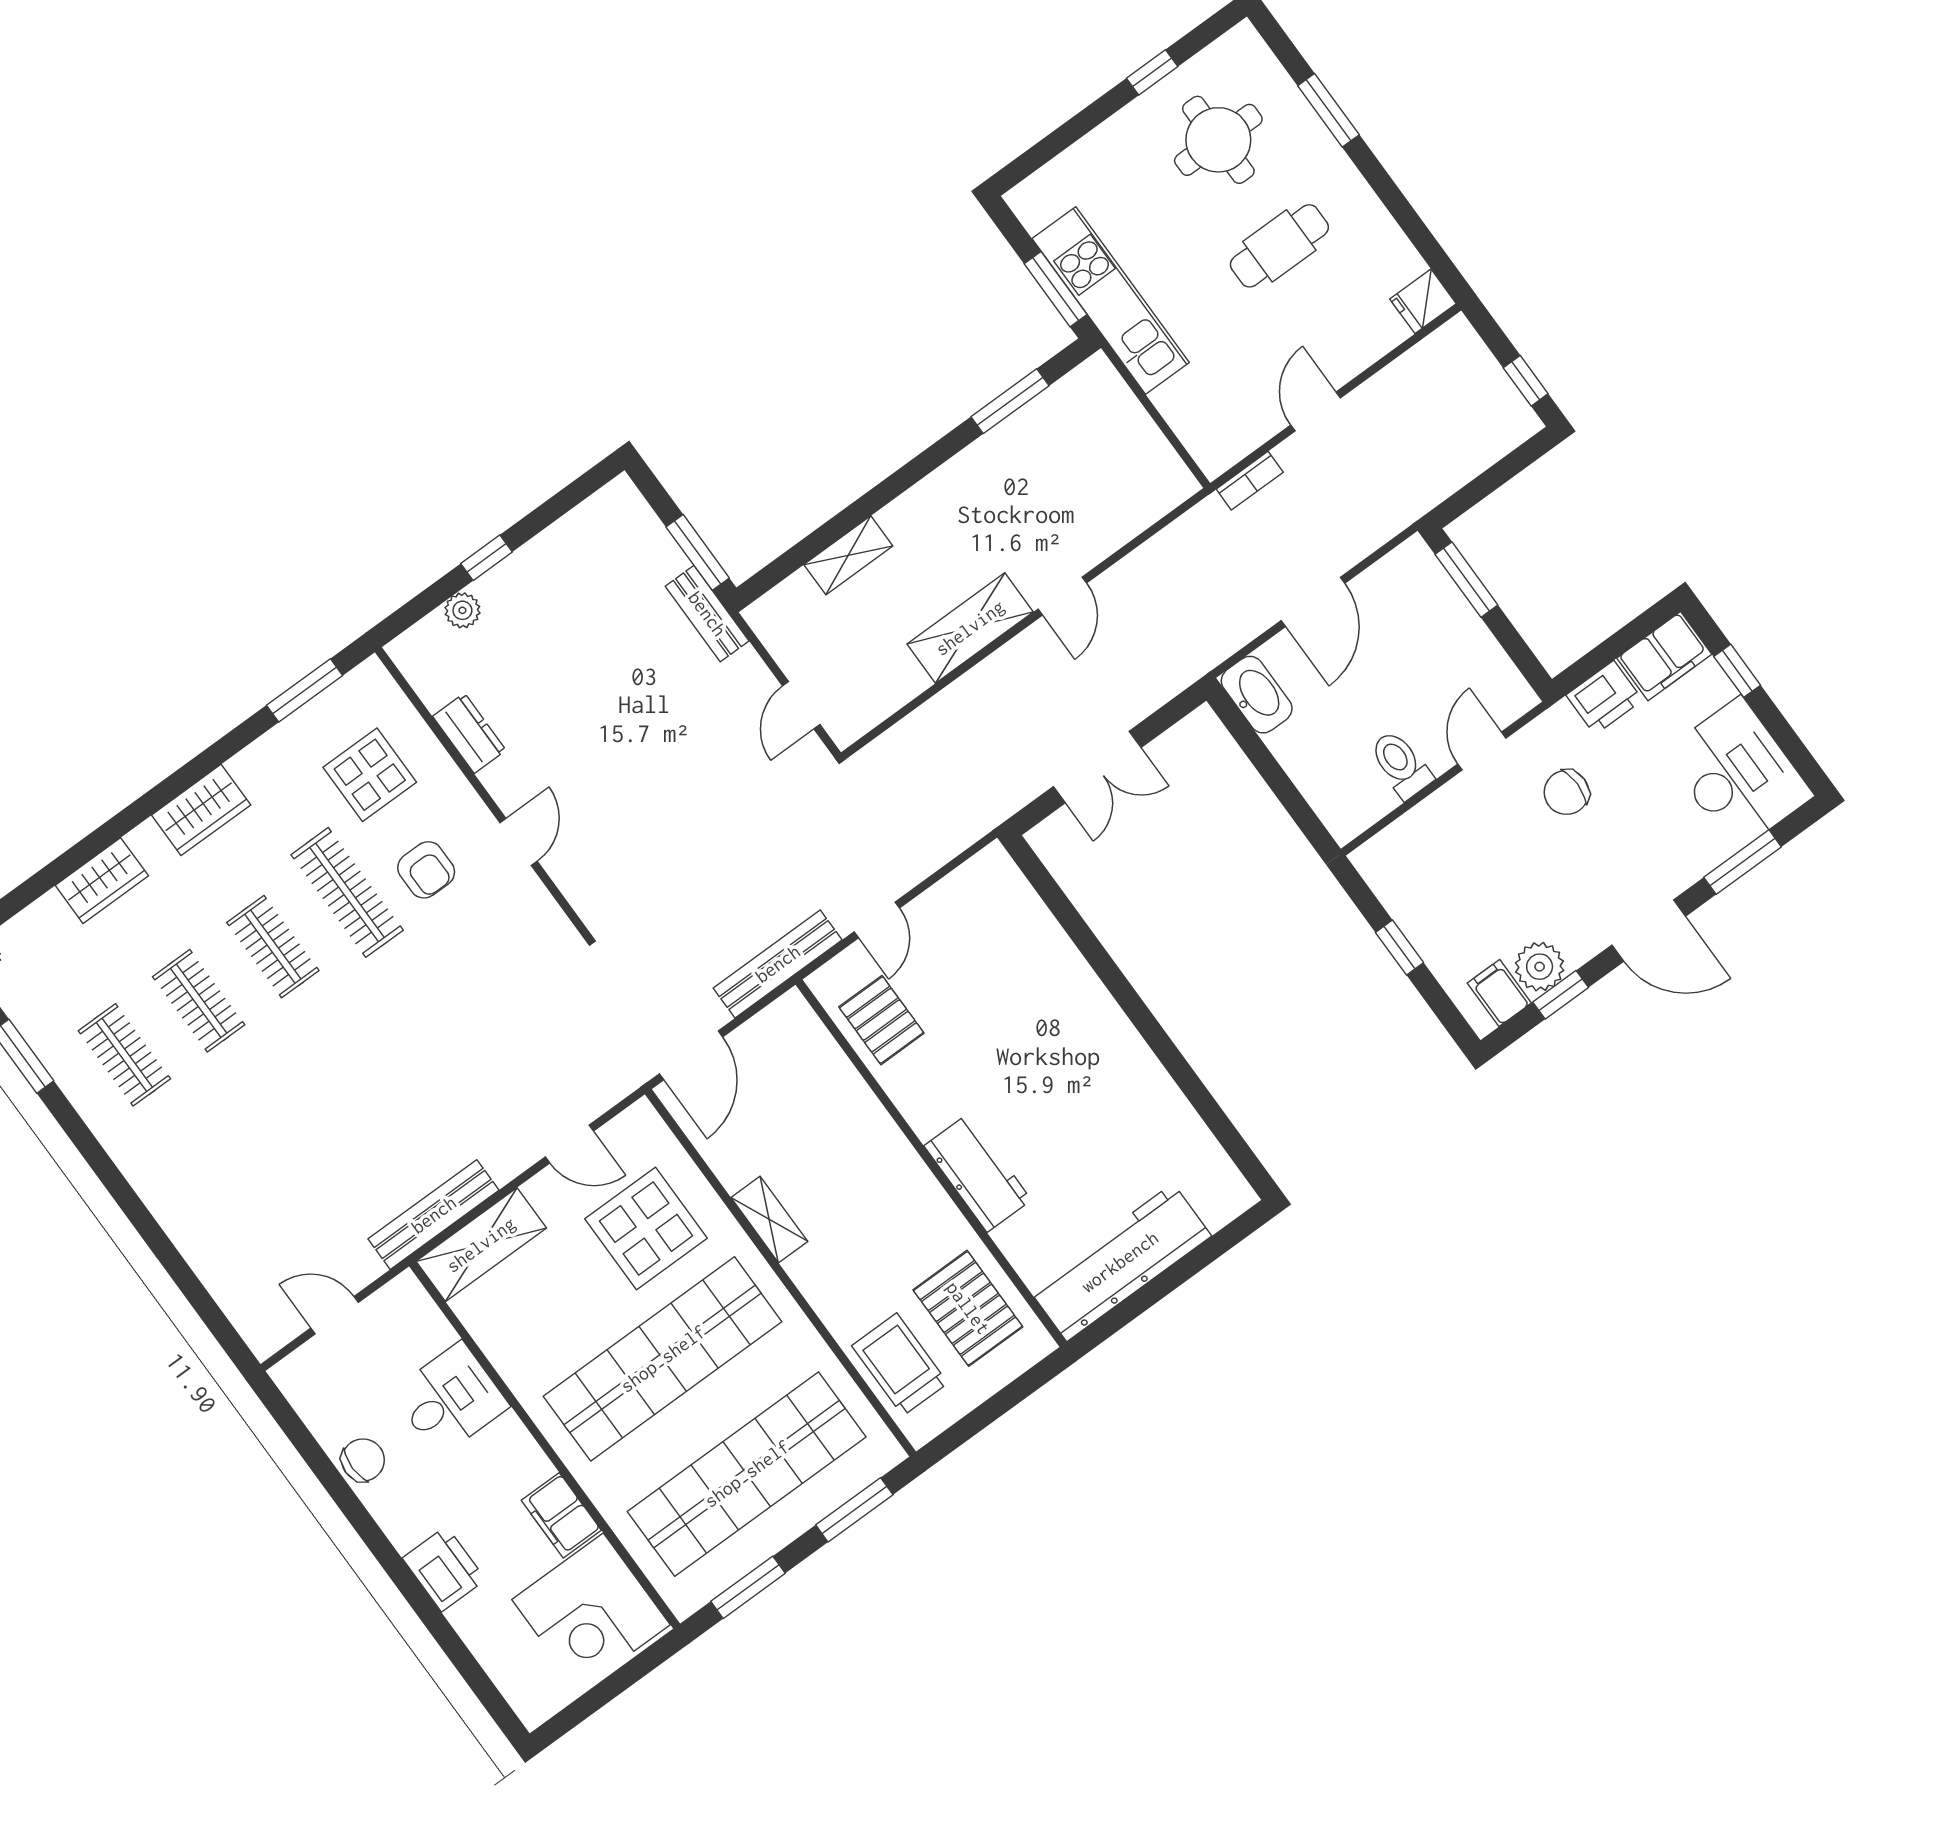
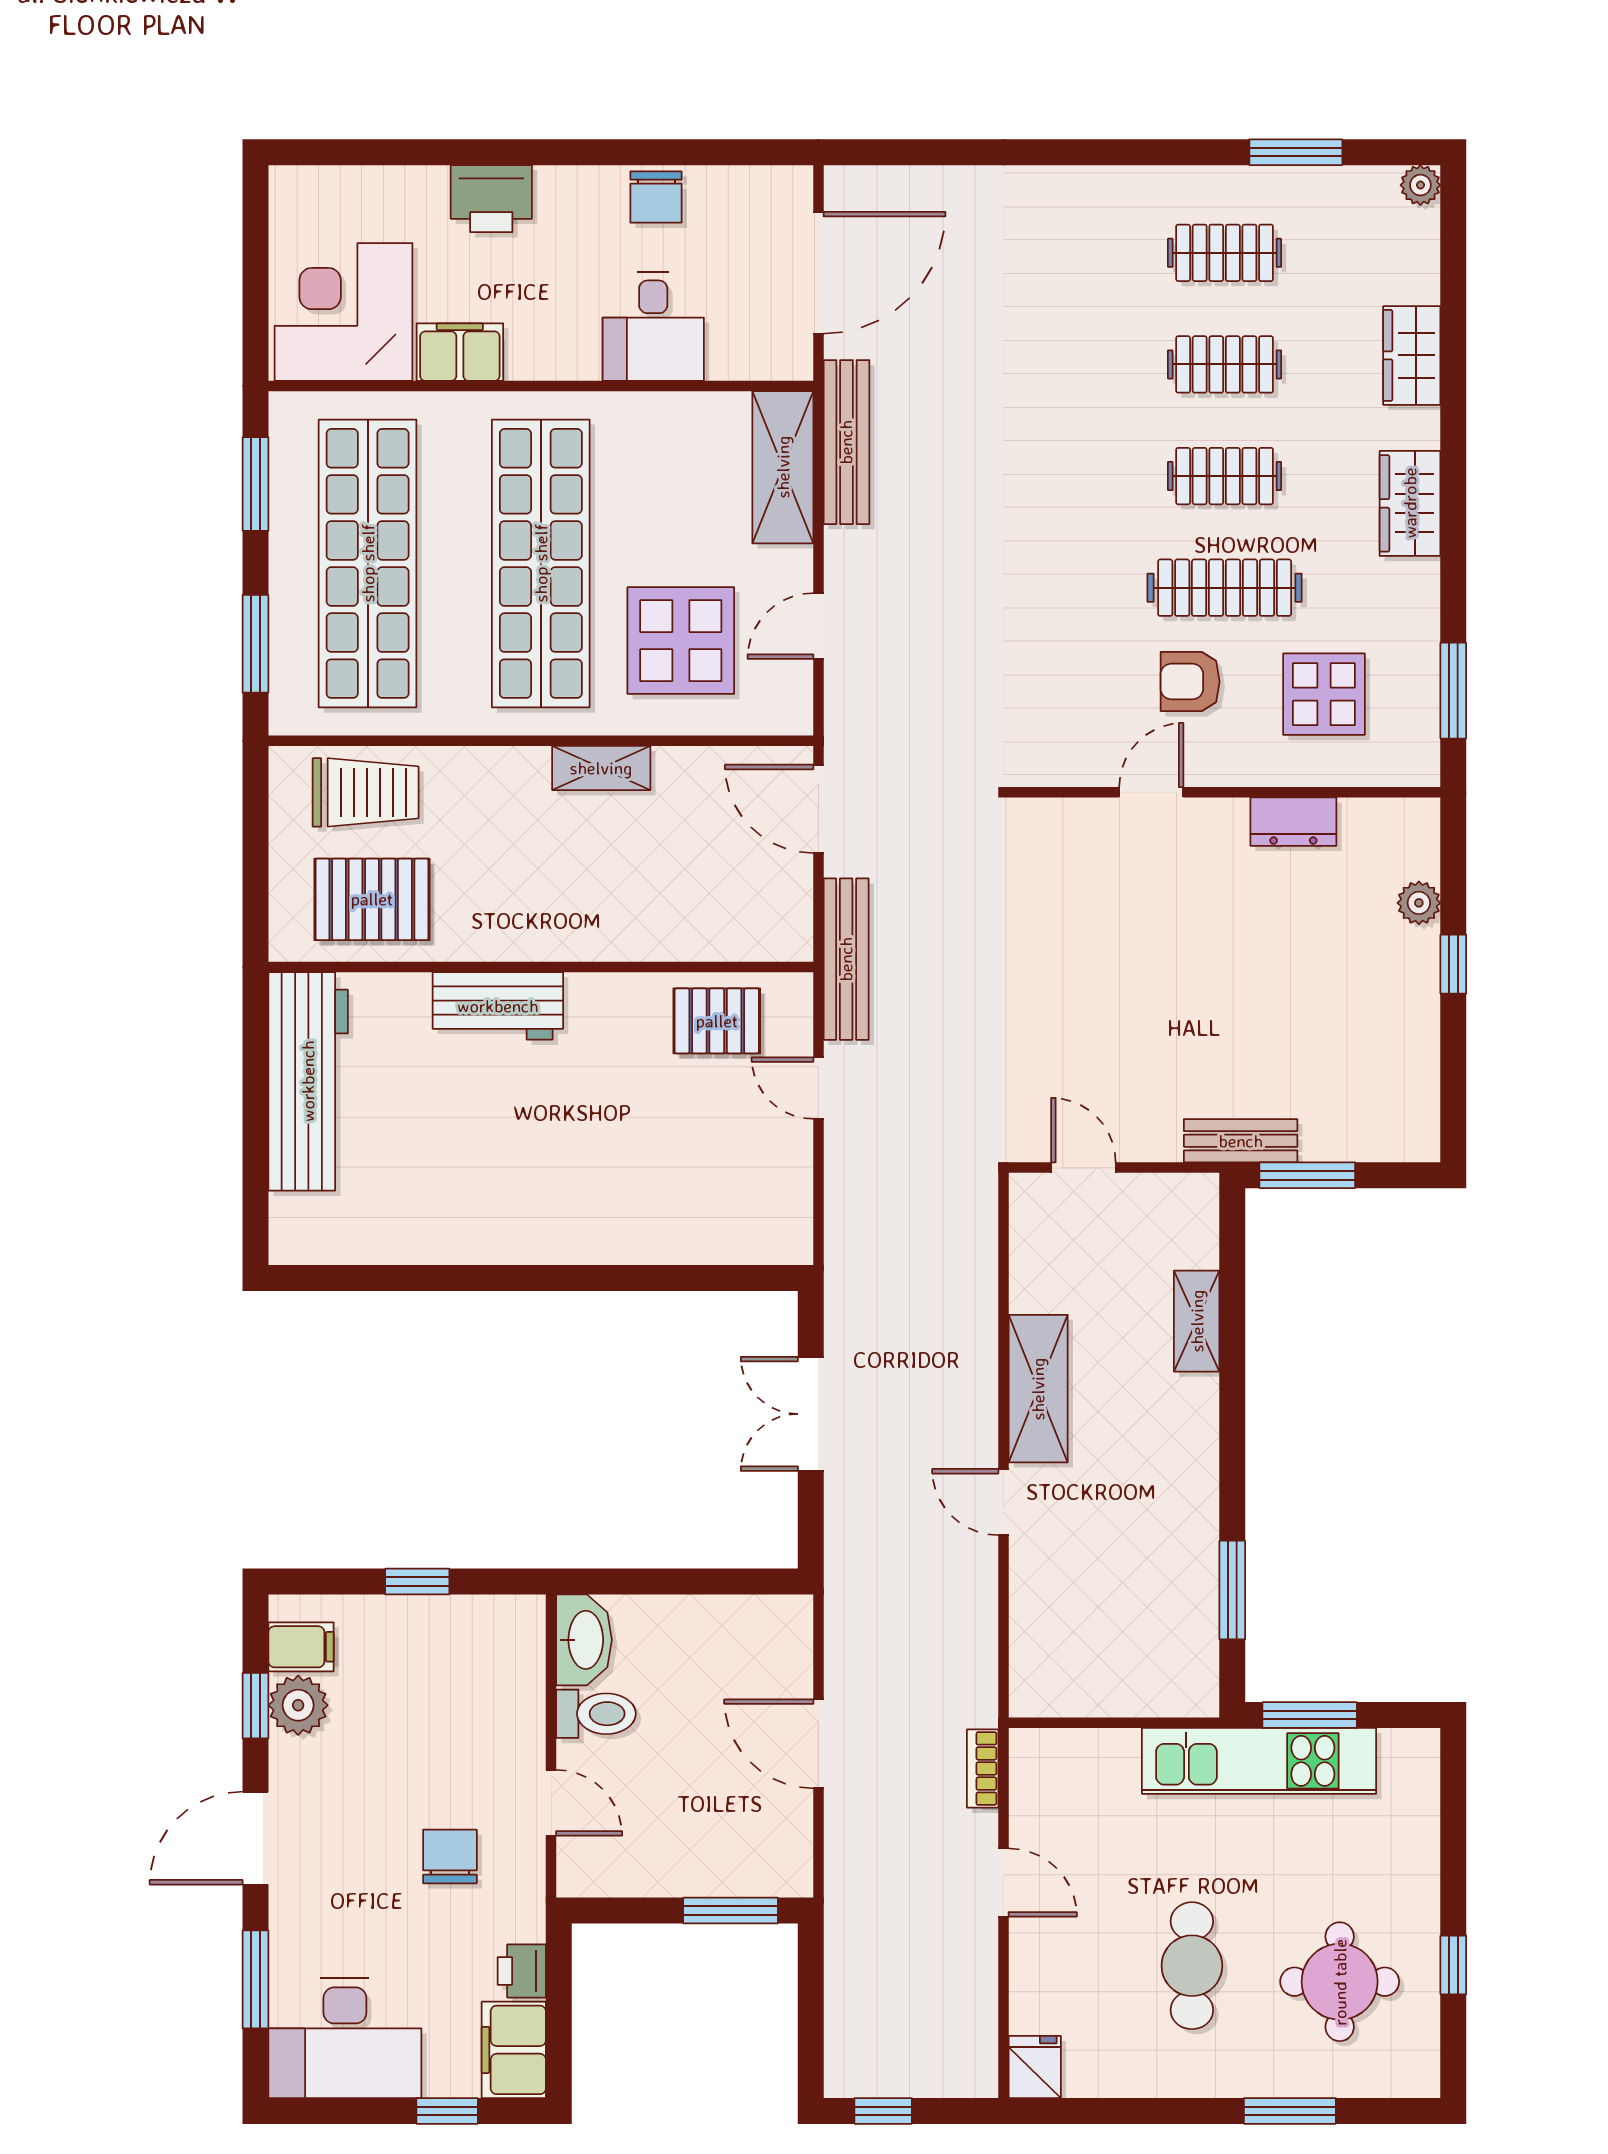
washbasin: (1257, 695) -> (584, 1640), moved, turned -90
printer: (1604, 698) -> (522, 1971), width x0.73, depth x0.81
door: (519, 842) -> (1151, 792), swing flipped
door: (335, 1315) -> (818, 273), width x1.88

